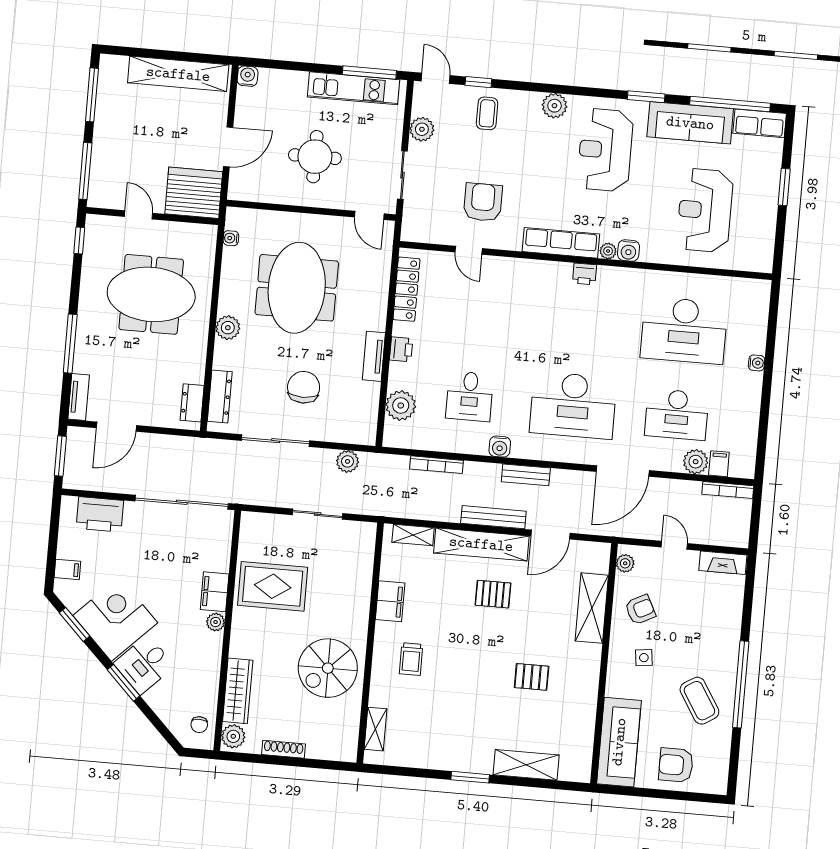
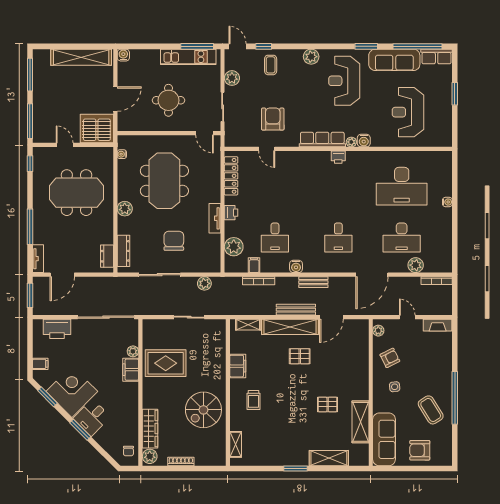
desk: (573, 405) -> (338, 237), width x0.53, depth x0.77
filing cabinet: (719, 464) -> (254, 265), moved
shelving: (592, 608) -> (360, 422), moved
plant: (216, 622) -> (133, 351), moved

